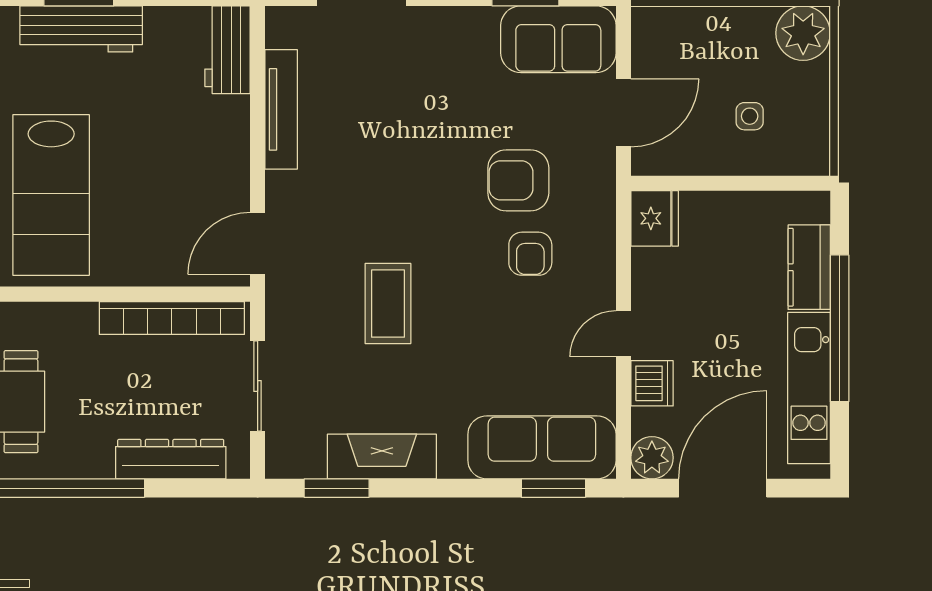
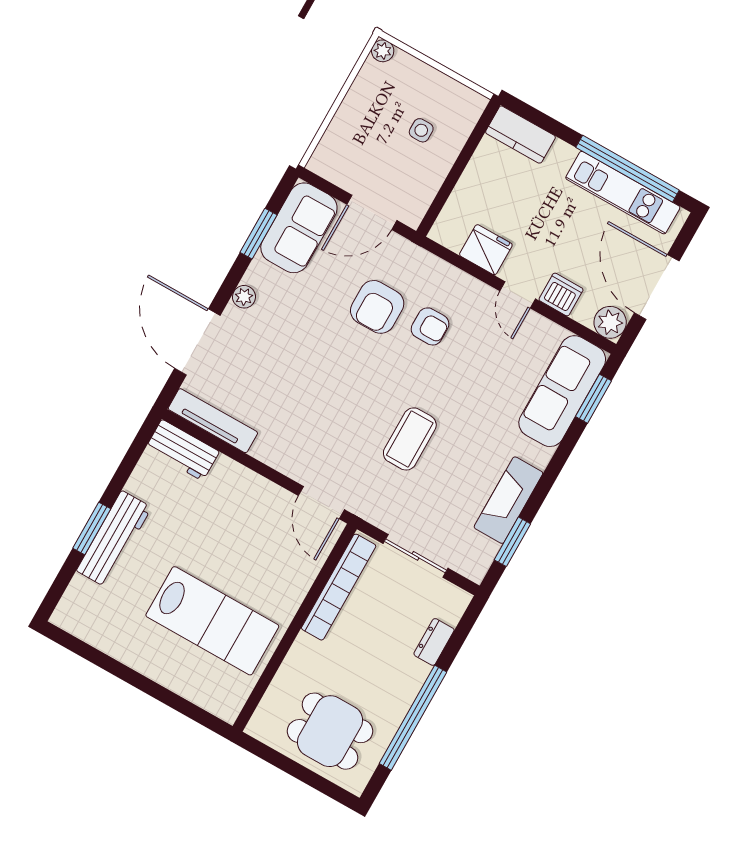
plant: (444, 21) -> (244, 297), added
plant: (803, 33) -> (383, 51), width x0.53, depth x0.53
tv unit: (281, 109) -> (213, 421), moved
door: (623, 113) -> (372, 212), swing flipped
fridge: (655, 218) -> (486, 250), moved
kitchen counter: (809, 267) -> (520, 135), moved
coffee table: (388, 304) -> (410, 439), turned 90
window: (840, 328) -> (628, 169), moved
dresser: (171, 459) -> (434, 642), width x0.51, depth x0.80

